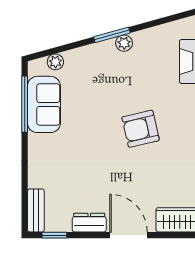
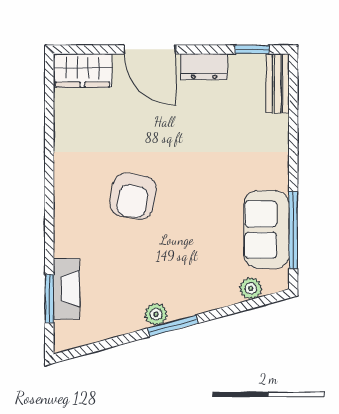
armchair: (141, 129) -> (133, 196), turned 113

